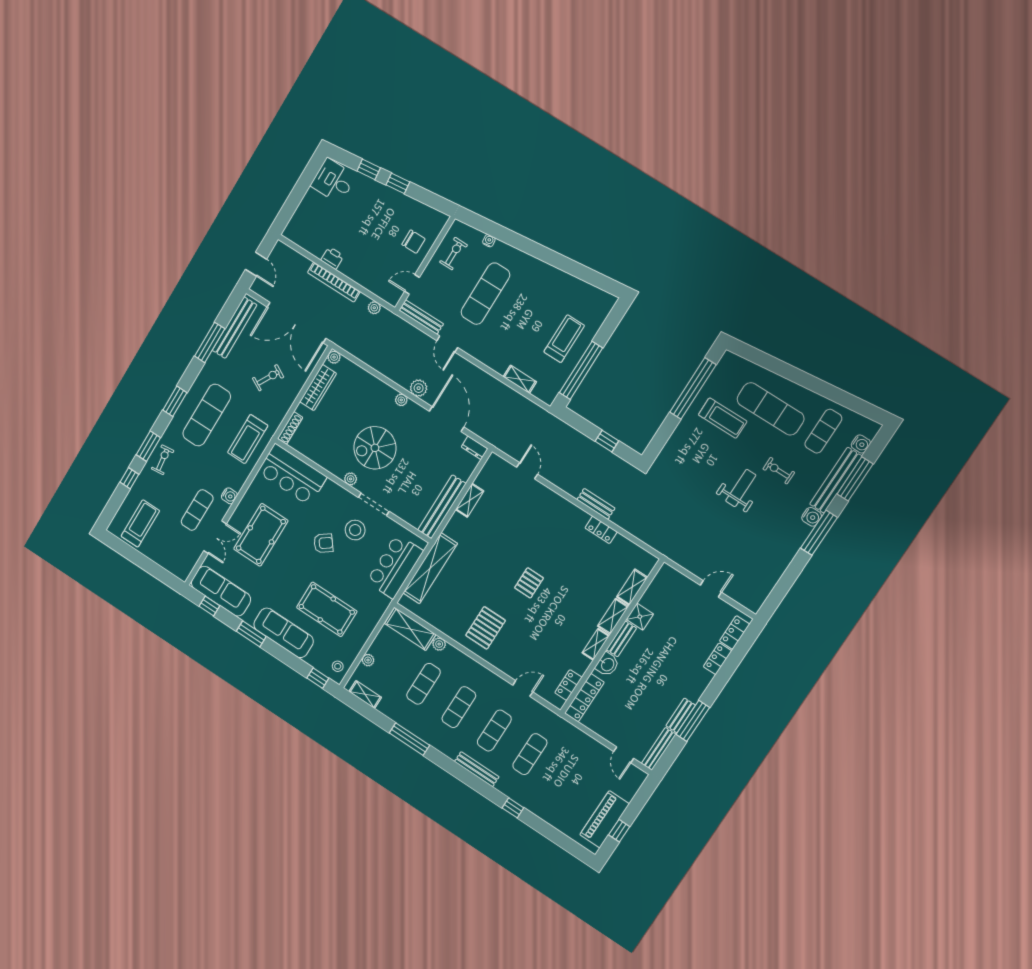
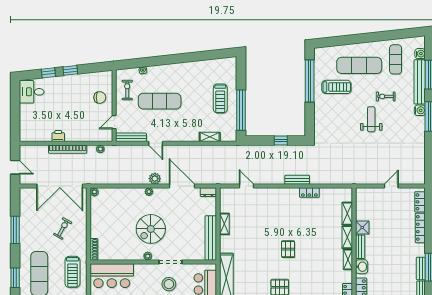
exercise mat: (485, 294) -> (160, 101), turned 90
bench: (235, 328) -> (25, 212), removed
treadmill: (564, 339) -> (220, 98), turned 180
wardrobe: (318, 388) -> (96, 215), removed
locker: (718, 659) -> (420, 228), width x1.53

